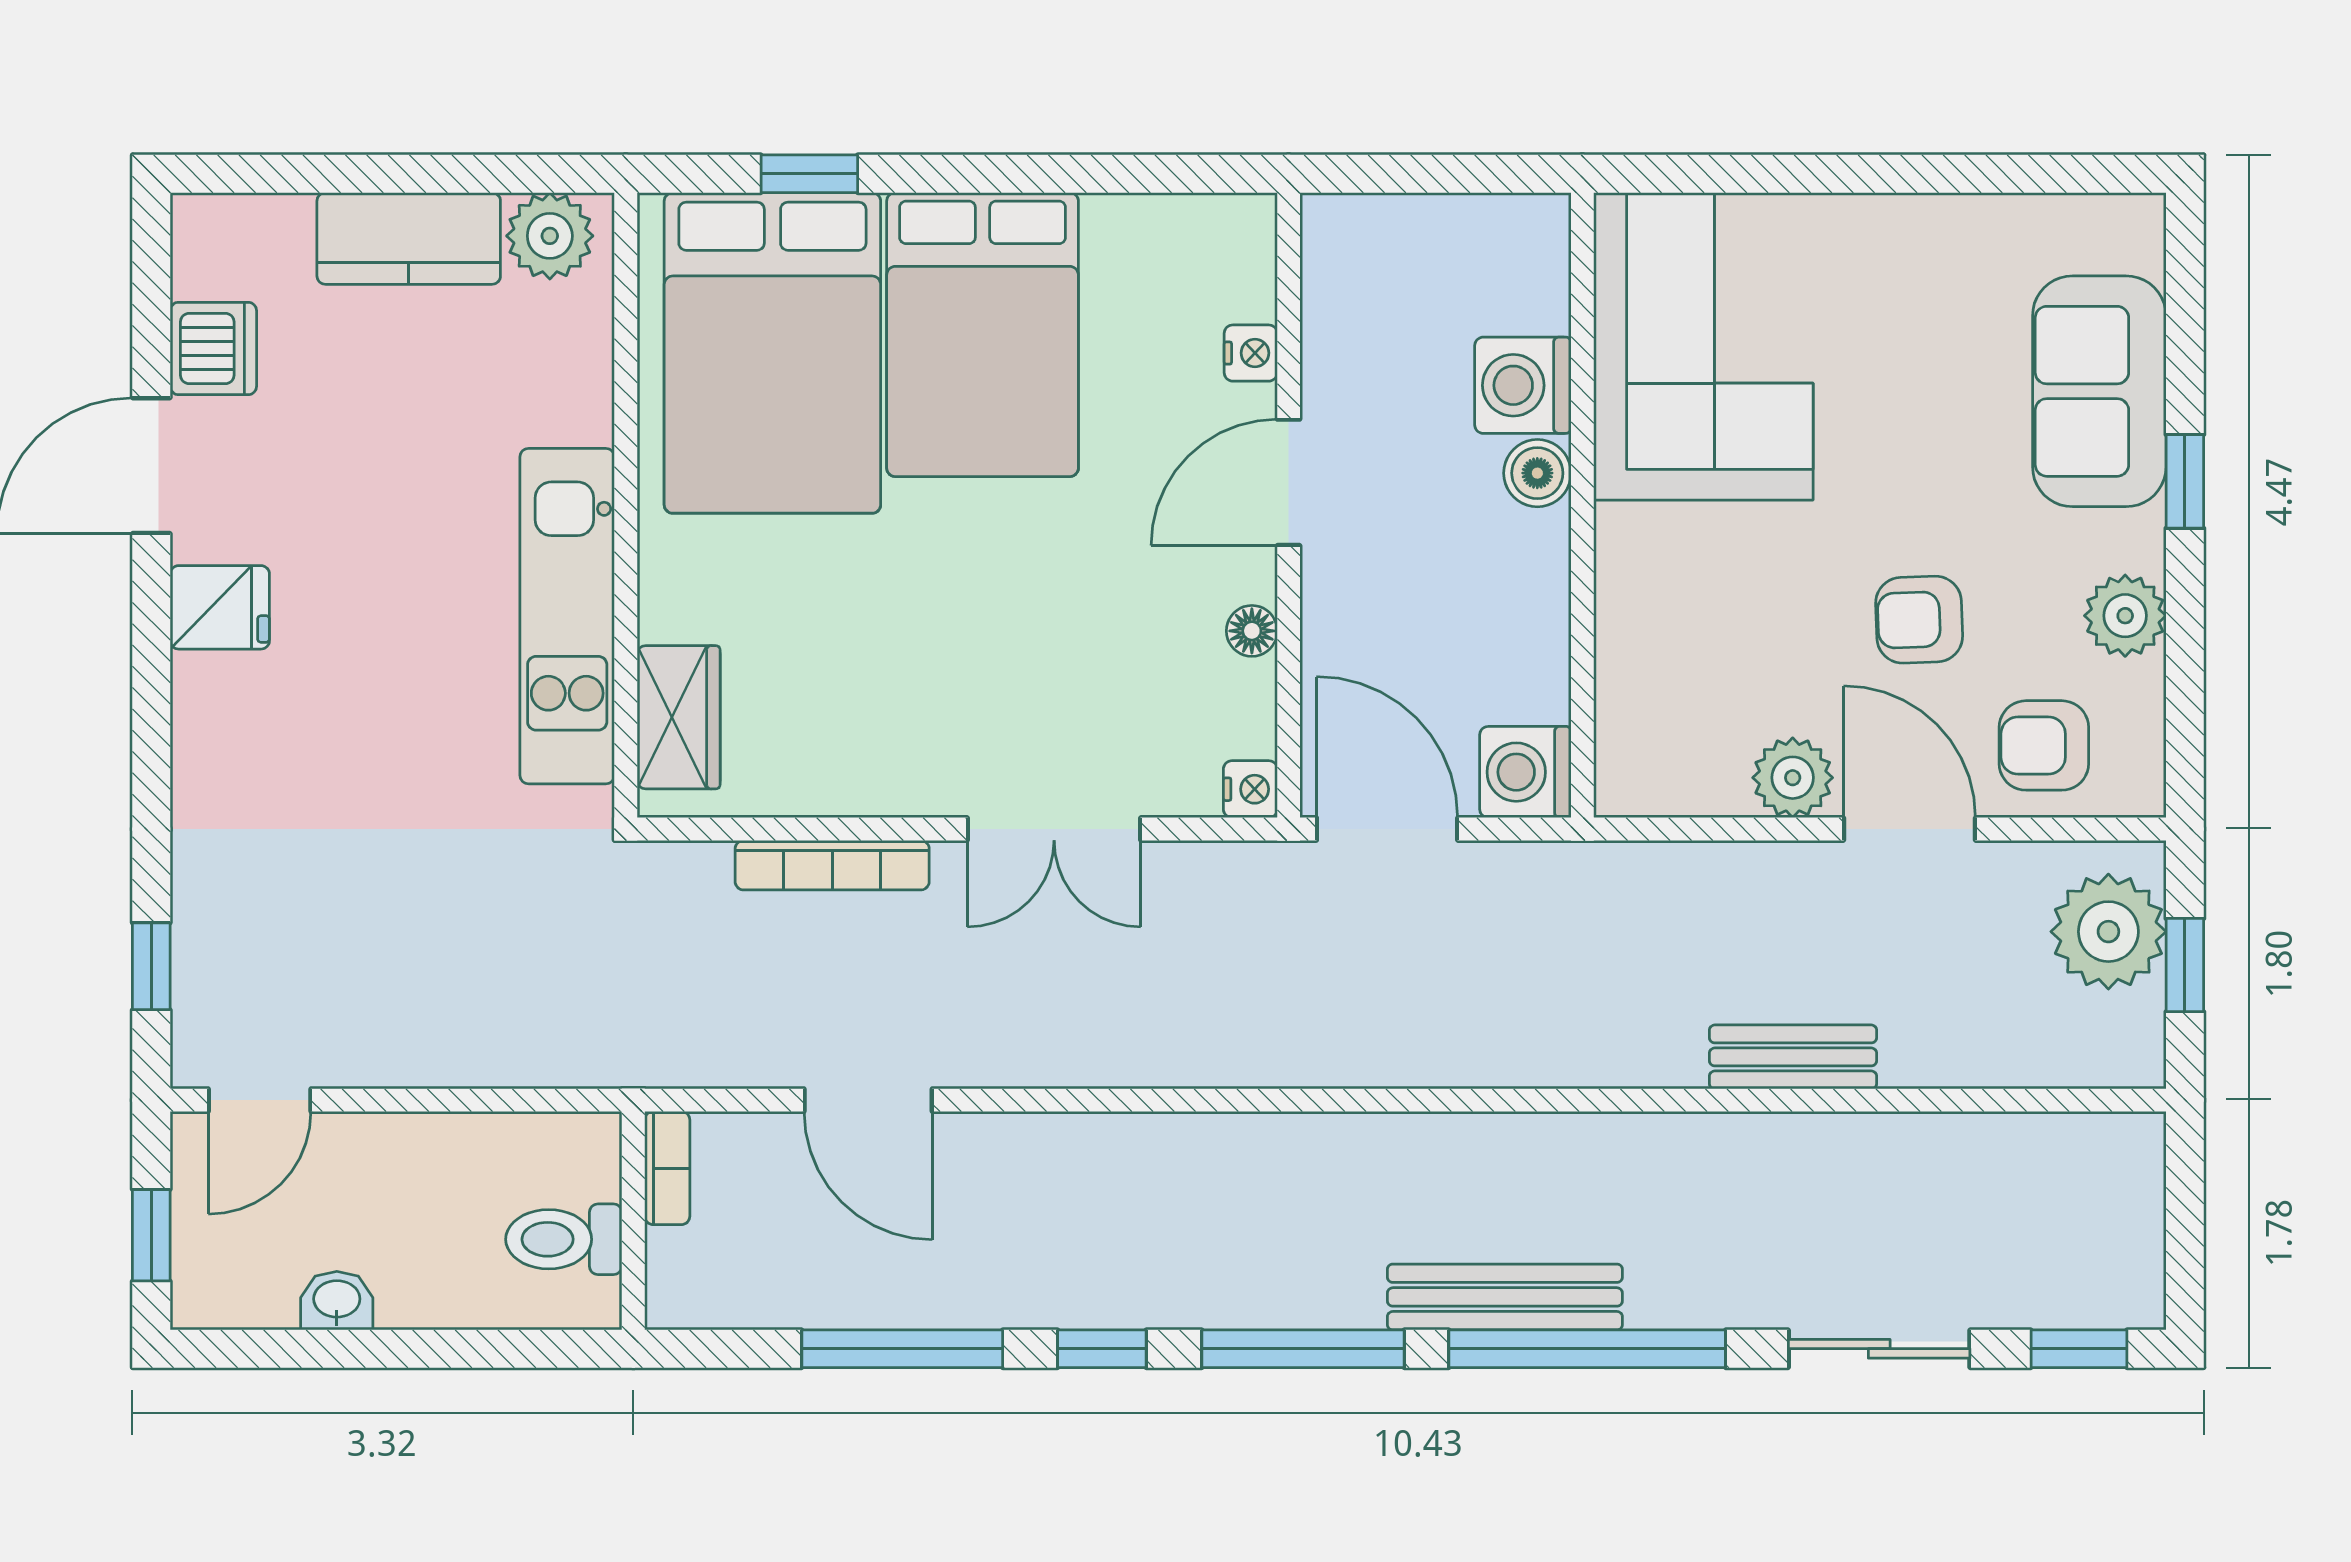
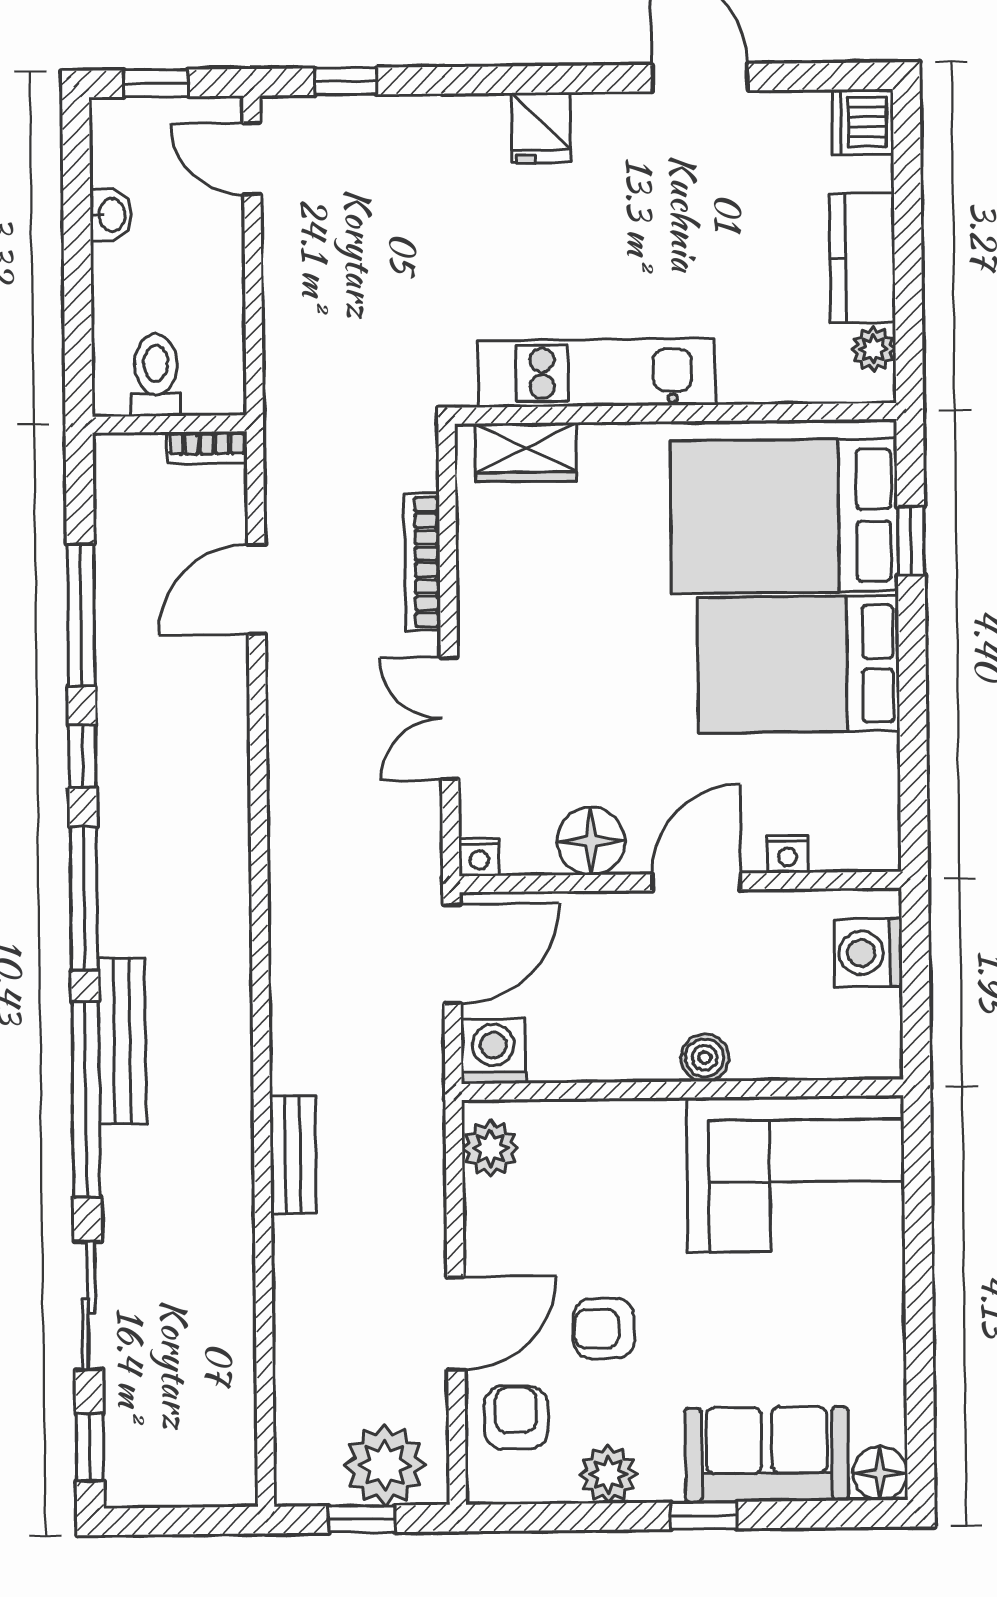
floor lamp: (2128, 231) -> (880, 1473), added
plant: (550, 236) -> (873, 349), width x0.73, depth x0.73
dishwasher: (213, 348) -> (863, 122), moved, turned 90
washing machine: (1523, 385) -> (868, 953), moved, turned -90
door: (1289, 482) -> (696, 882), hinge flipped
fridge: (220, 607) -> (541, 128), moved
armchair: (1919, 620) -> (604, 1329), turned -88
floor lamp: (1252, 631) -> (591, 841), width x1.89, depth x1.89
plant: (1793, 778) -> (490, 1148), moved
bench: (1793, 1057) -> (293, 1155), moved

